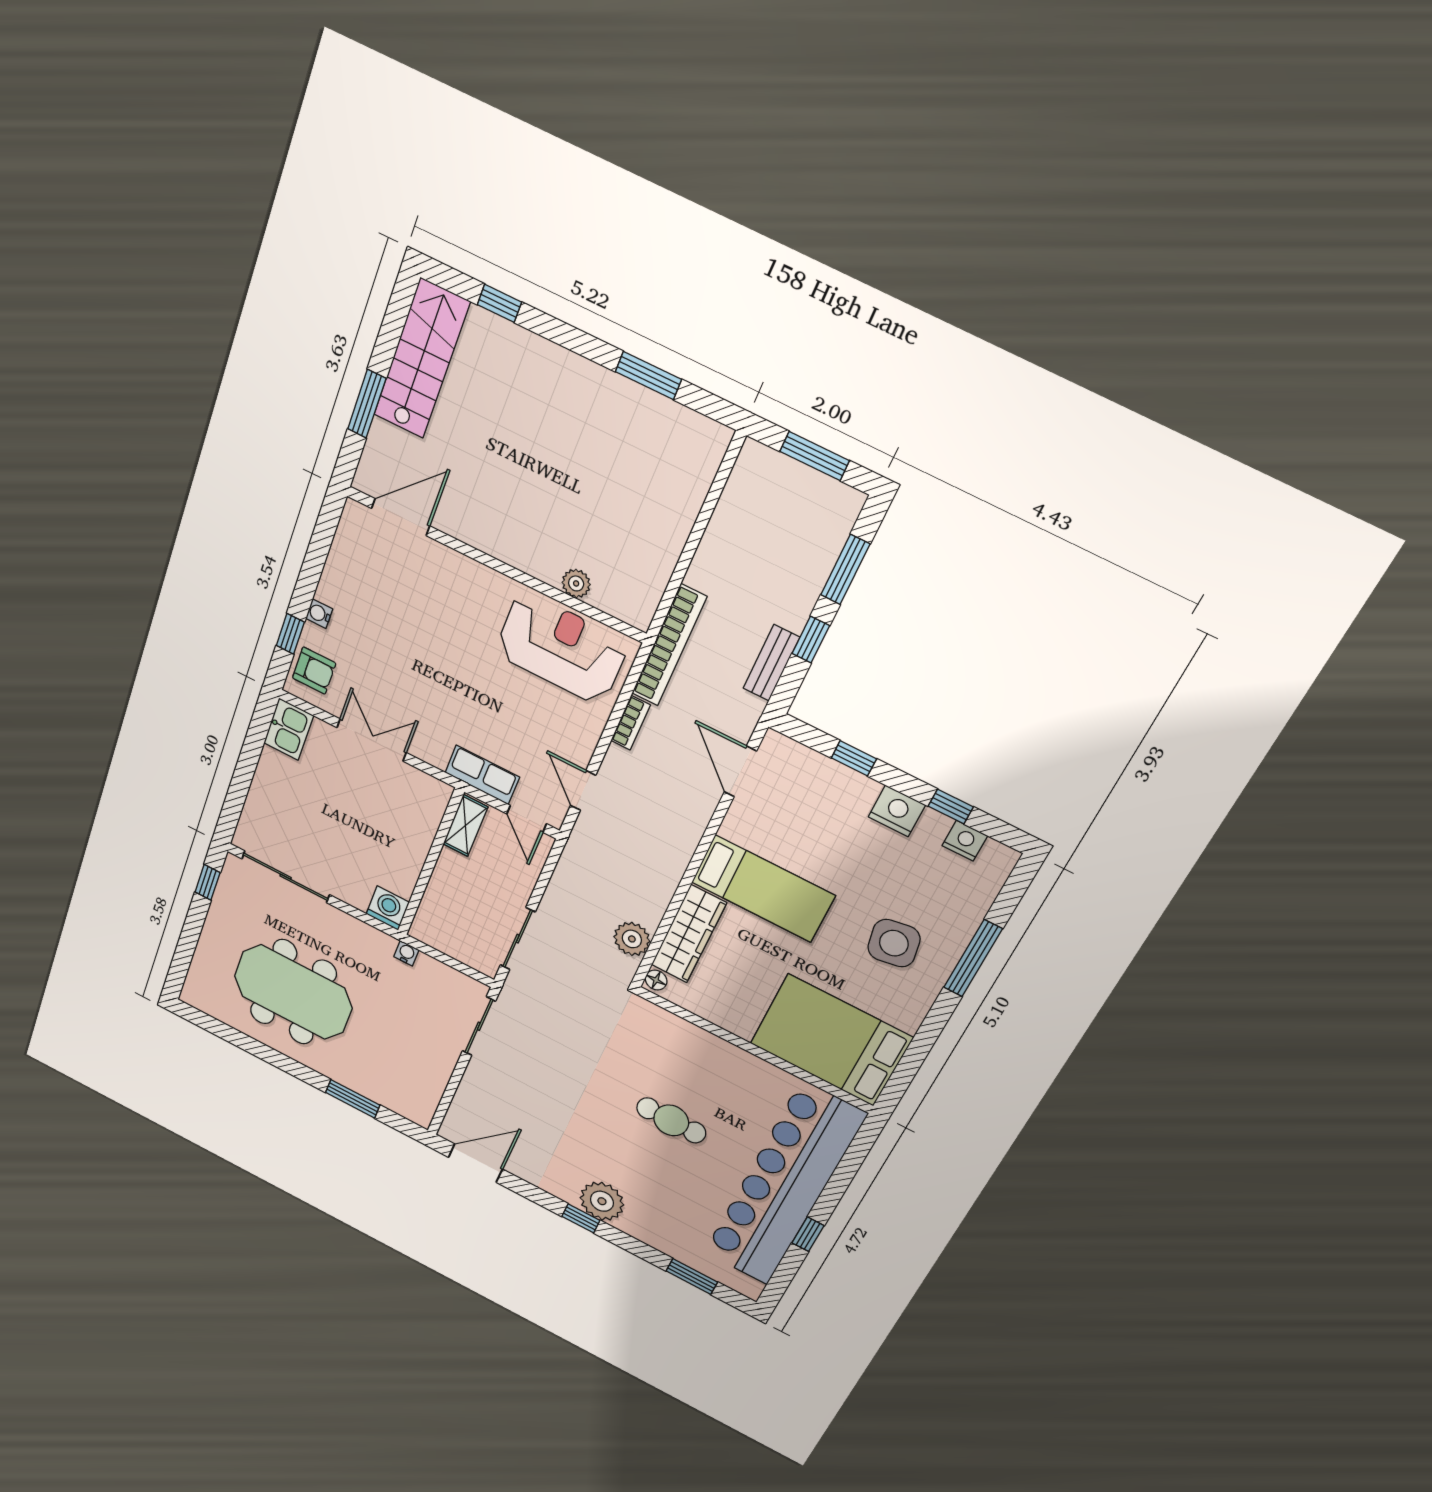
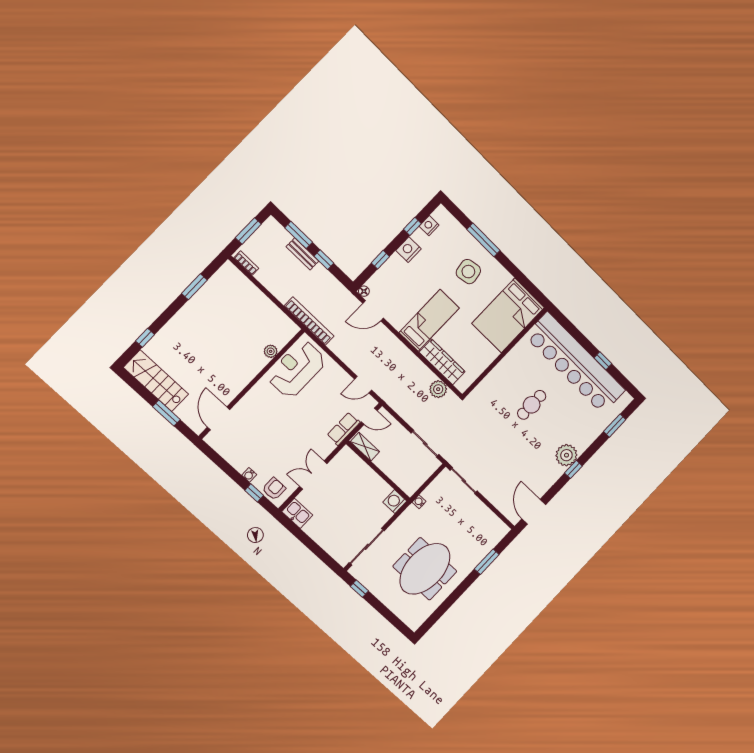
bench: (771, 663) -> (302, 254), moved
bookcase: (631, 723) -> (246, 263), moved
floor lamp: (656, 980) -> (364, 291), moved

